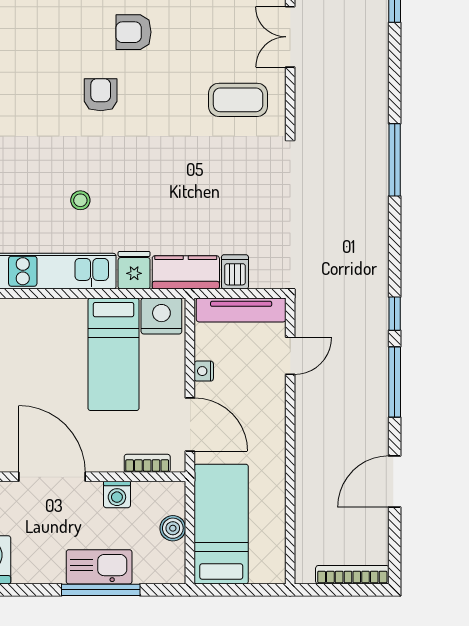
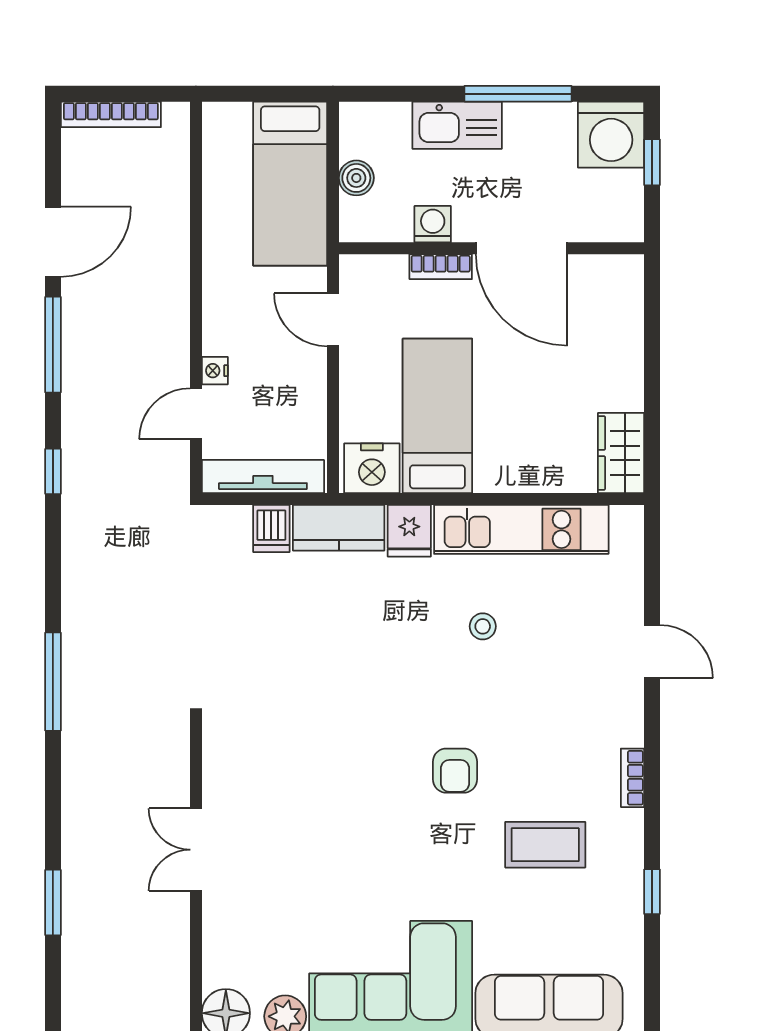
armchair: (134, 32) -> (410, 856), removed
double door: (290, 37) -> (196, 850), swing flipped
coffee table: (238, 100) -> (545, 845), moved
nightstand: (204, 371) -> (215, 371), moved, turned 180
window: (395, 382) -> (53, 345), moved
door: (190, 424) -> (333, 320), width x0.73
bookcase: (147, 463) -> (441, 267), moved
window: (101, 590) -> (518, 94), moved

